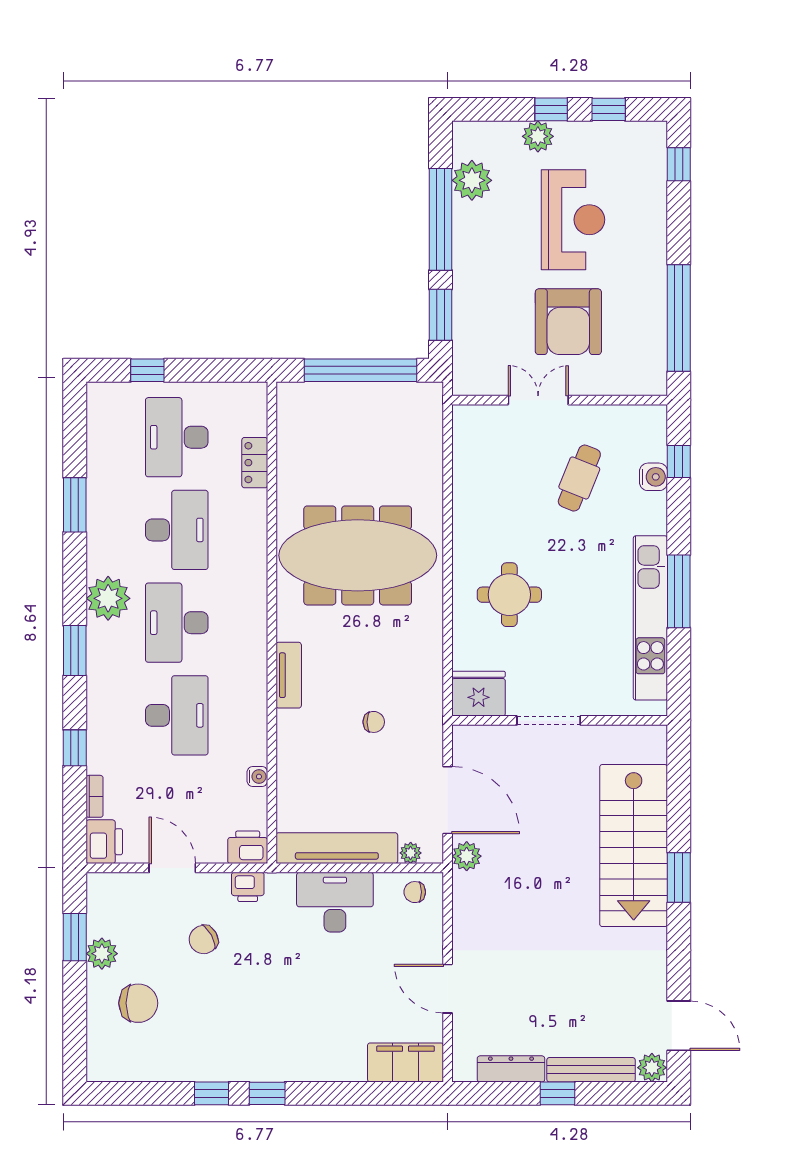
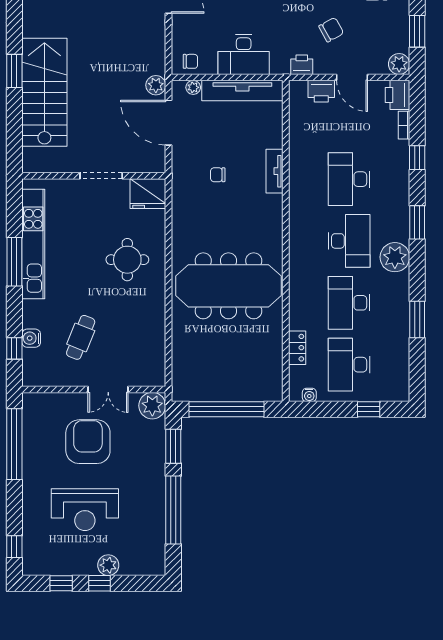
plant: (472, 180) -> (152, 406), moved
reception desk: (573, 220) -> (85, 510), turned -90
desk: (177, 437) -> (349, 365), turned 180
tv unit: (289, 675) -> (274, 171), moved
water cooler: (257, 777) -> (309, 395), moved, turned -90
printer: (248, 847) -> (321, 91), moved
plant: (102, 954) -> (399, 64), moved

